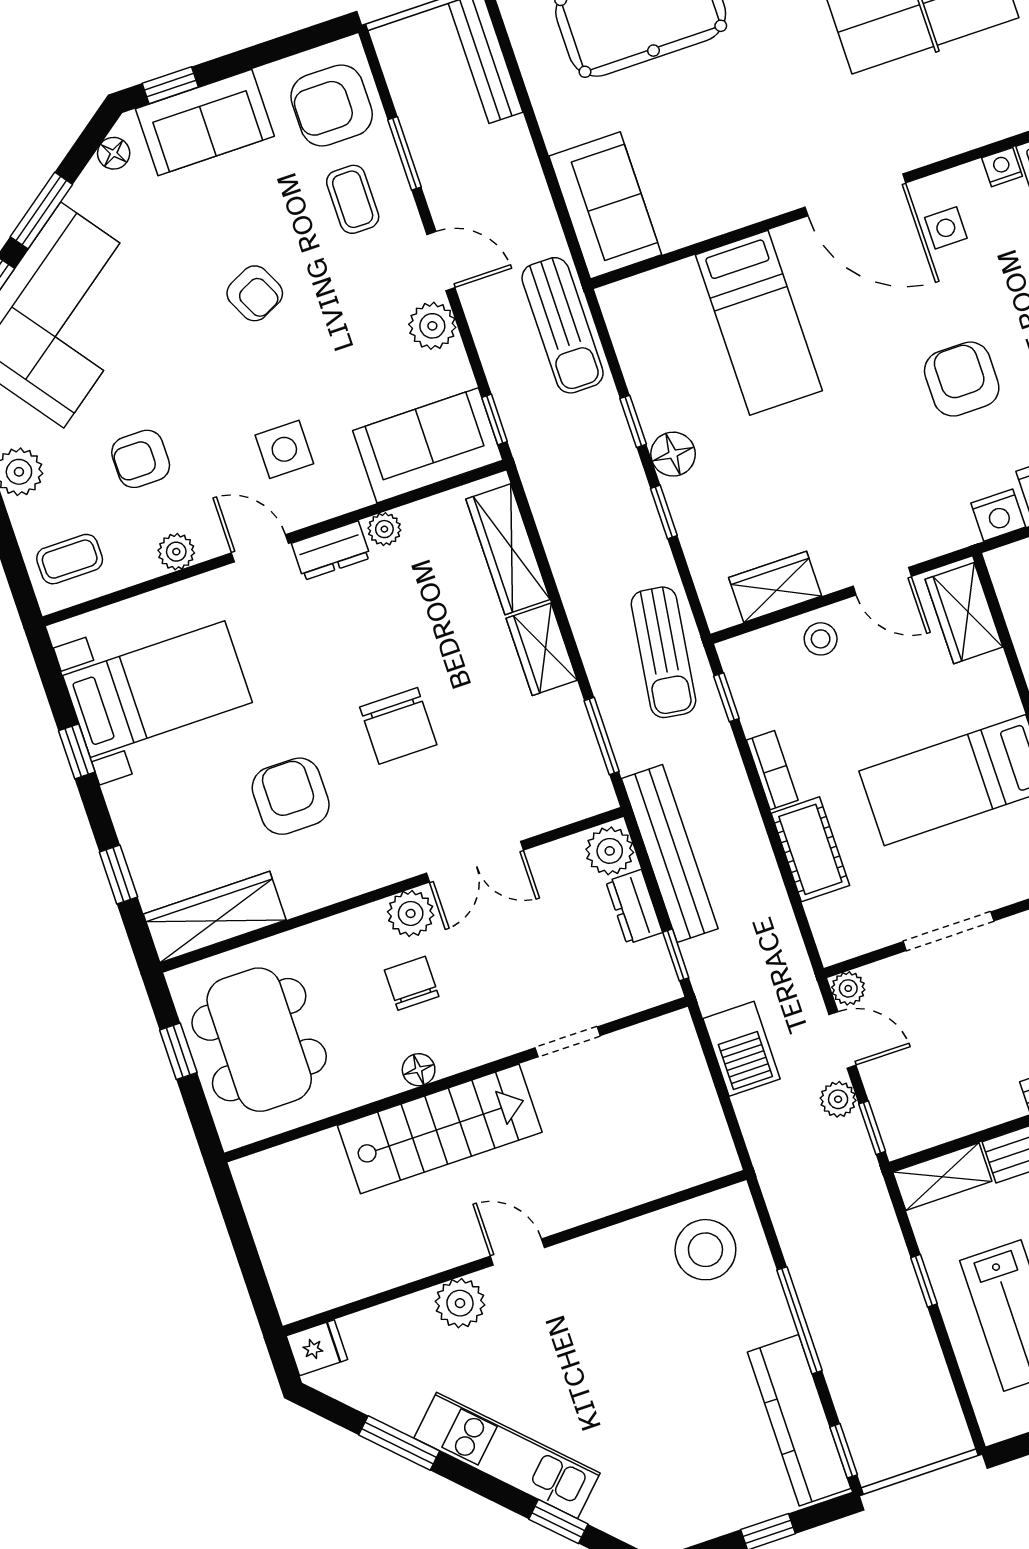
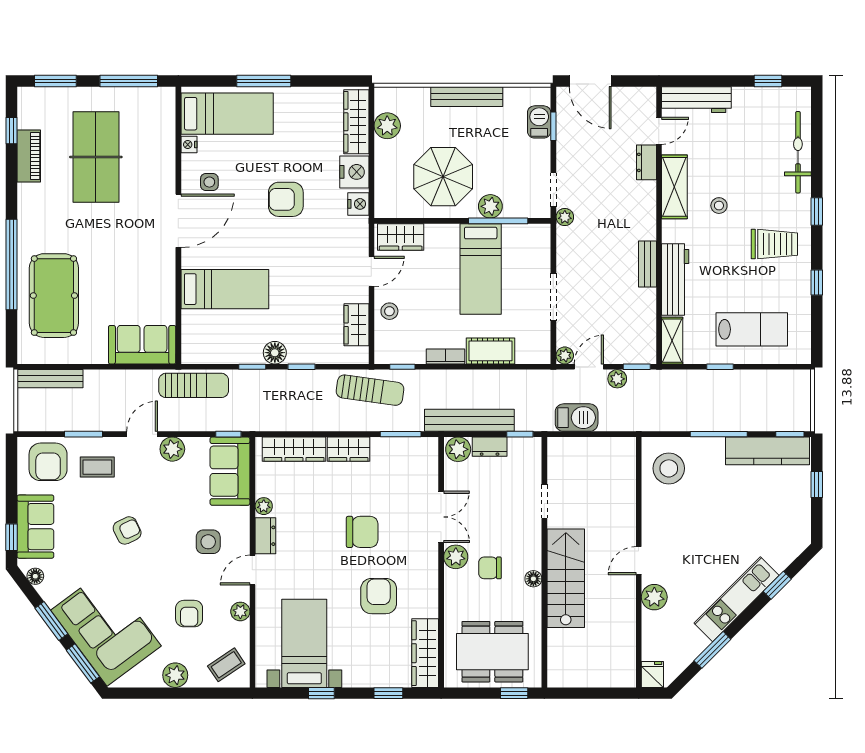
coffee table: (70, 559) -> (226, 665), turned 56
armchair: (291, 796) -> (379, 596), turned 90
window: (178, 1051) -> (514, 693), moved

